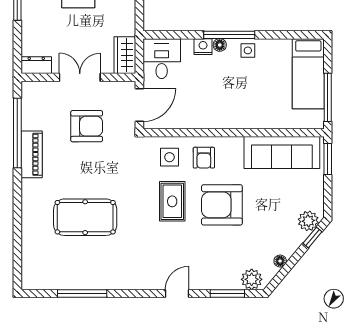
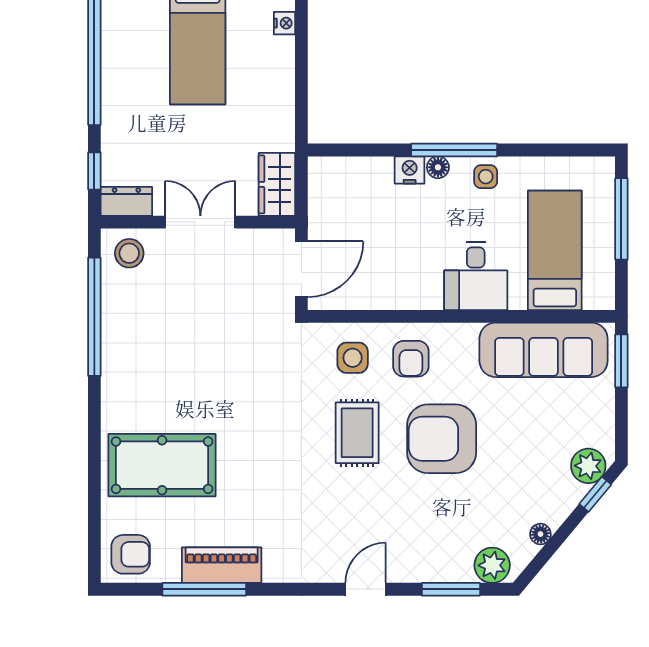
window: (17, 47) -> (94, 171), added
desk: (162, 59) -> (476, 276), moved, turned 180
bed: (308, 74) -> (555, 250), moved, turned 180
stool: (38, 96) -> (129, 253), added
window: (328, 97) -> (621, 219), moved
armchair: (87, 126) -> (131, 554), moved, width x0.72, depth x0.72
piano: (32, 154) -> (222, 565), moved, turned -90
pool table: (85, 217) -> (162, 465), moved

